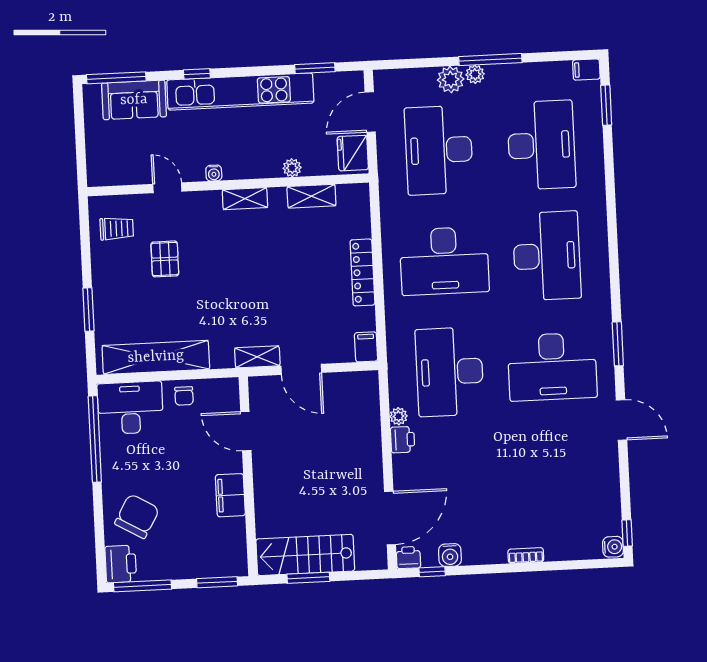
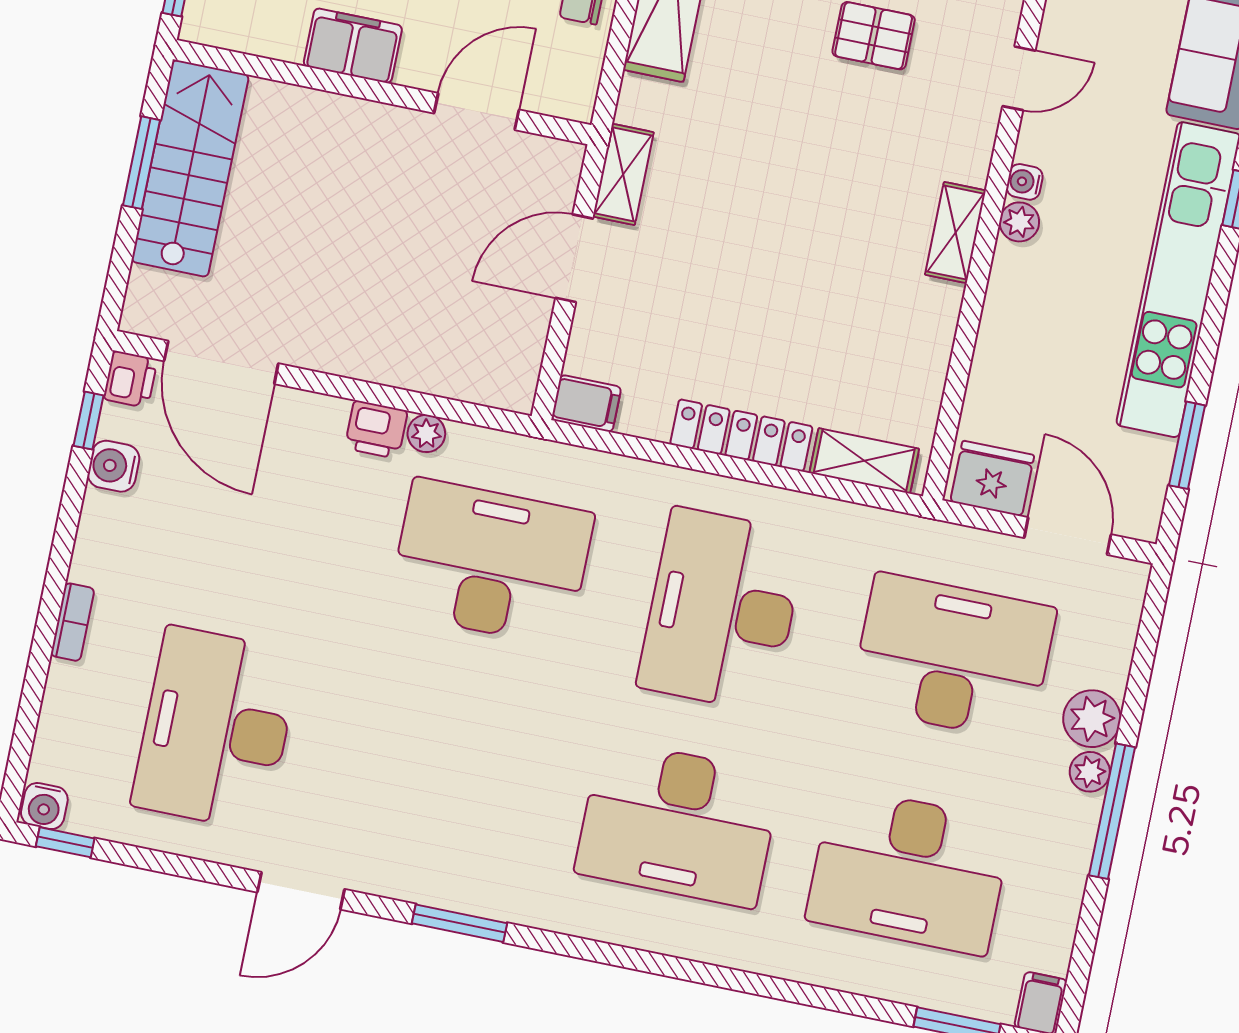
plant: (292, 168) -> (1019, 222), moved
shelving: (311, 196) -> (864, 461), moved, turned 90
desk: (552, 367) -> (216, 729), moved

